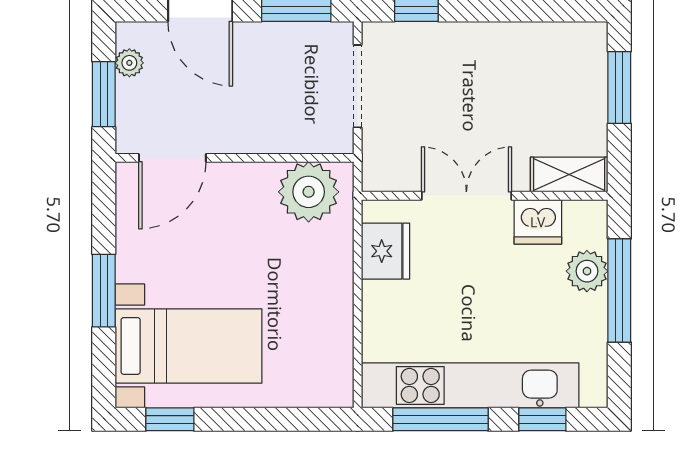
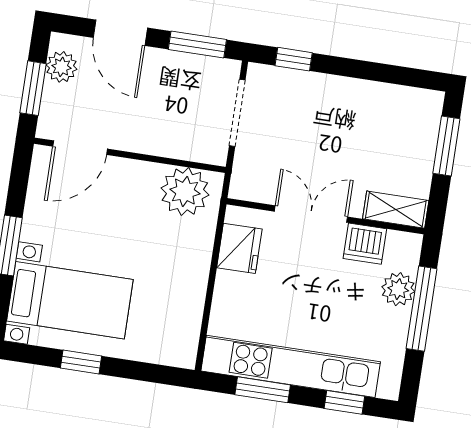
plant: (129, 63) -> (61, 67), width x1.38, depth x1.38
window: (170, 419) -> (81, 362), moved
window: (440, 419) -> (263, 390), width x0.69

